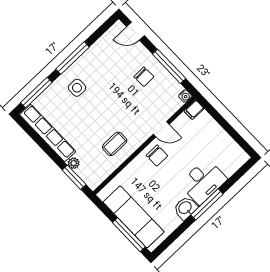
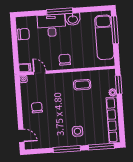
window: (169, 66) -> (19, 102), removed
door: (161, 129) -> (40, 73), moved
chair: (226, 146) -> (23, 34), added

